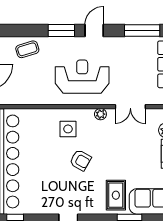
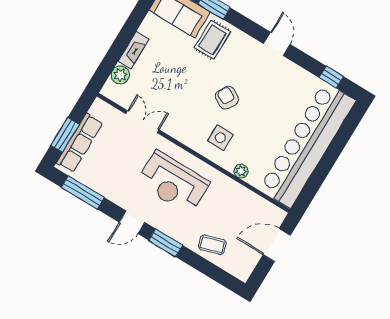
plant: (100, 114) -> (241, 171), moved

